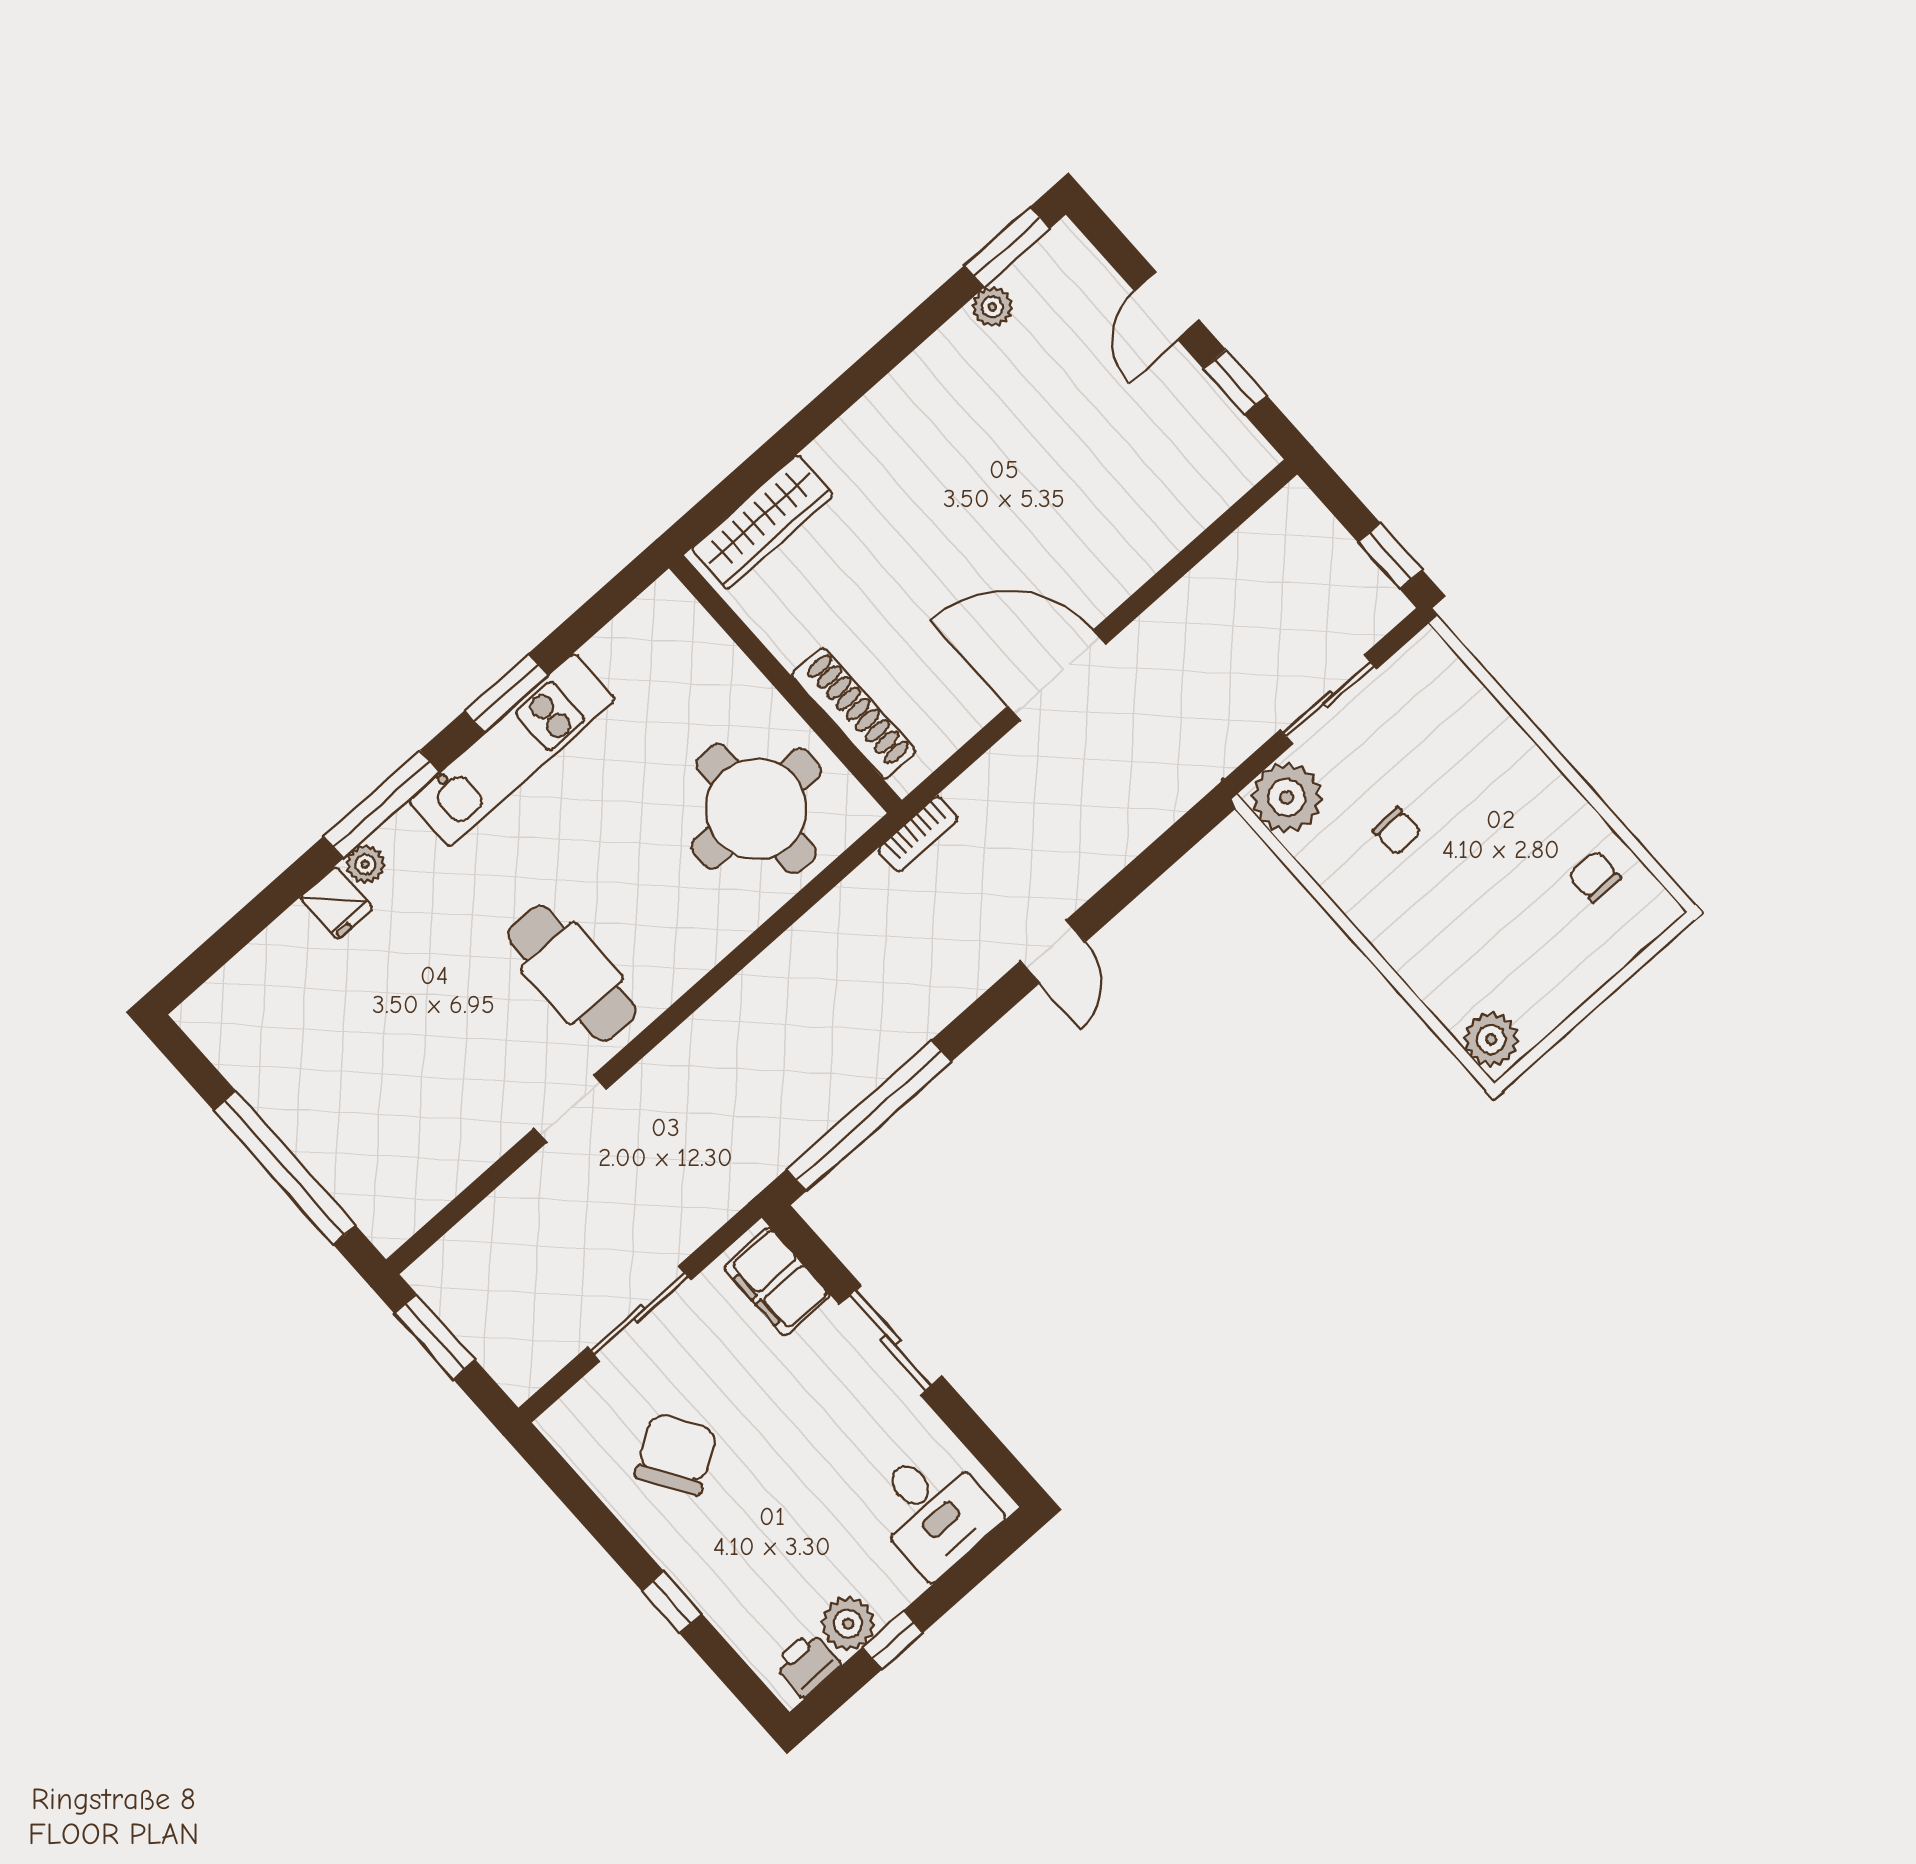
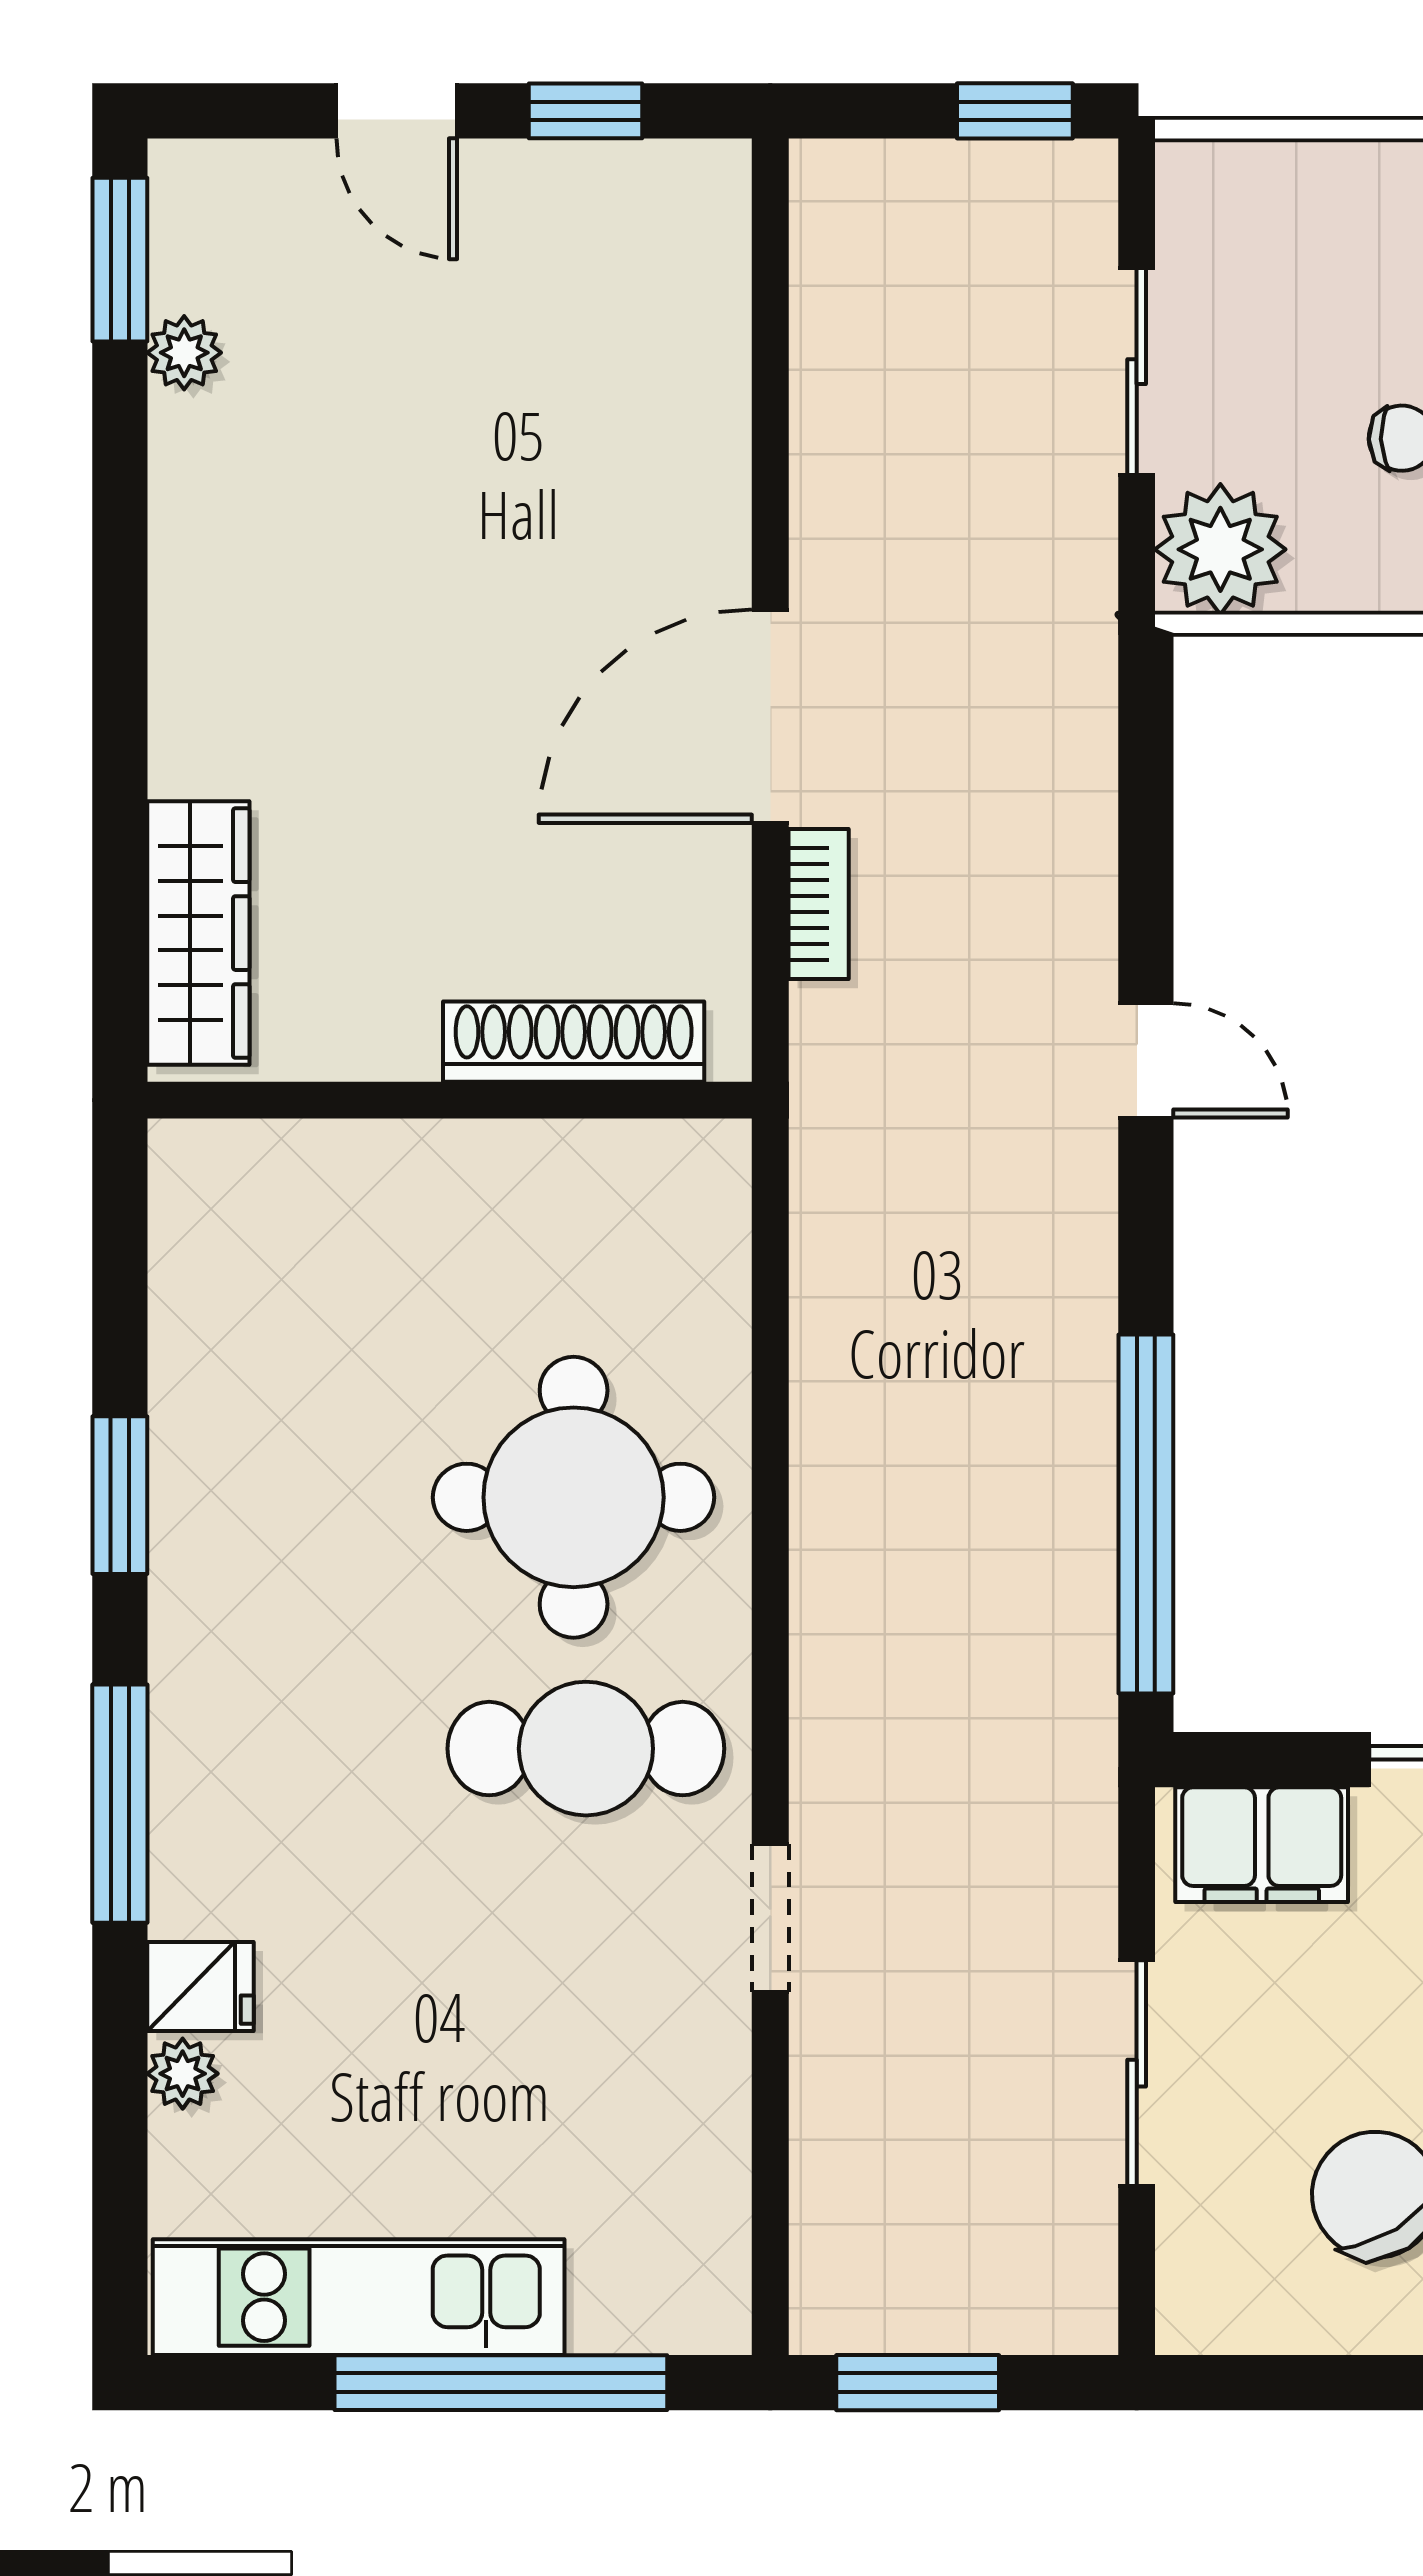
kitchen unit: (512, 750) -> (359, 2297), moved, turned -90
round table: (756, 809) -> (574, 1497), moved
bookcase: (918, 834) -> (819, 904), moved
plant: (365, 864) -> (183, 2074), moved

